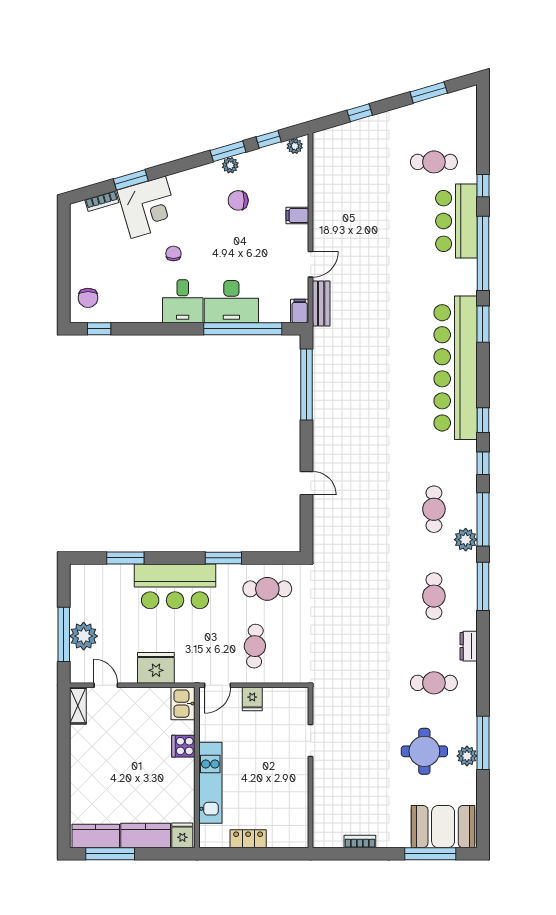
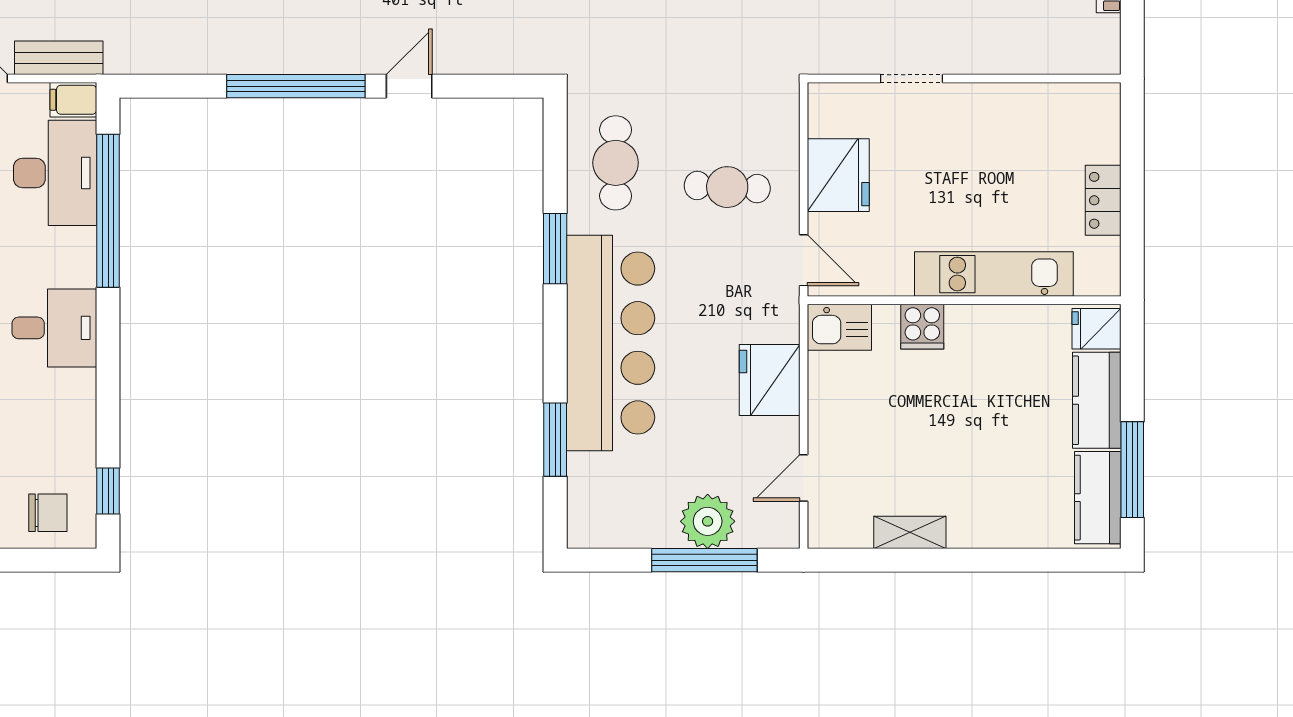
desk: (231, 302) -> (55, 173), moved
window: (307, 385) -> (296, 86), moved
bar counter: (175, 586) -> (611, 343), width x1.36
fridge: (252, 699) -> (838, 175), width x1.88, depth x1.34
shelving: (78, 706) -> (910, 532), moved

